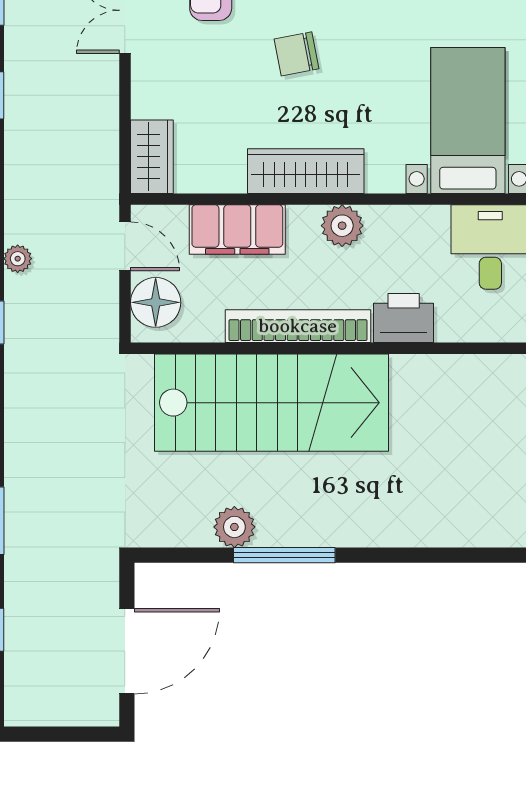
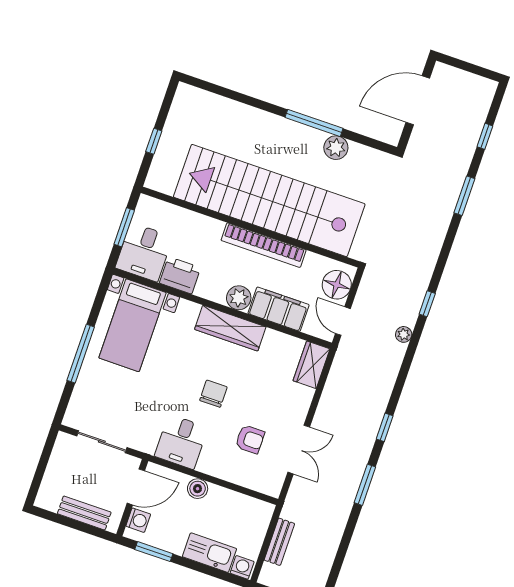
chair: (296, 54) -> (213, 394), turned -79
plant: (342, 226) -> (239, 298), moved
printer: (404, 318) -> (180, 275), moved, turned 180
stairs: (271, 403) -> (269, 201), width x1.36

